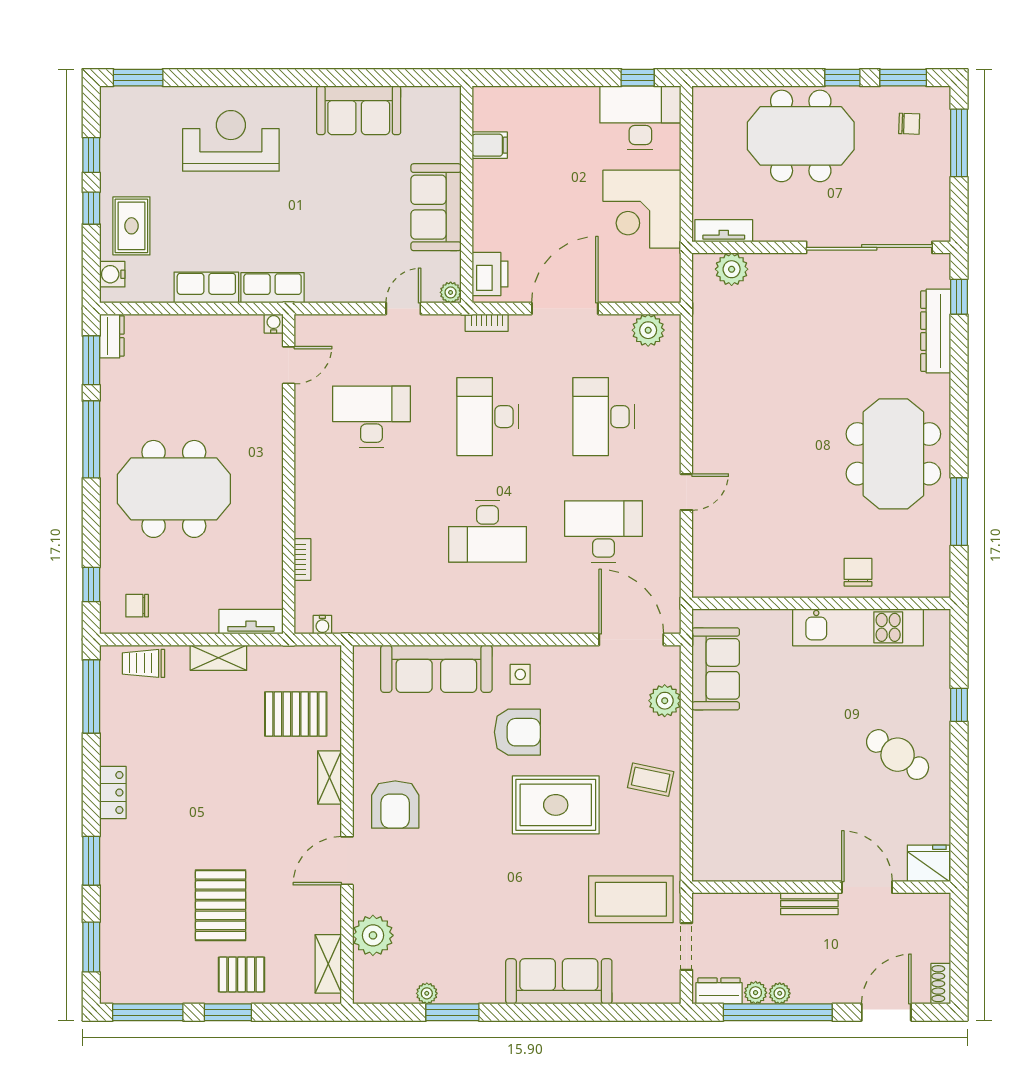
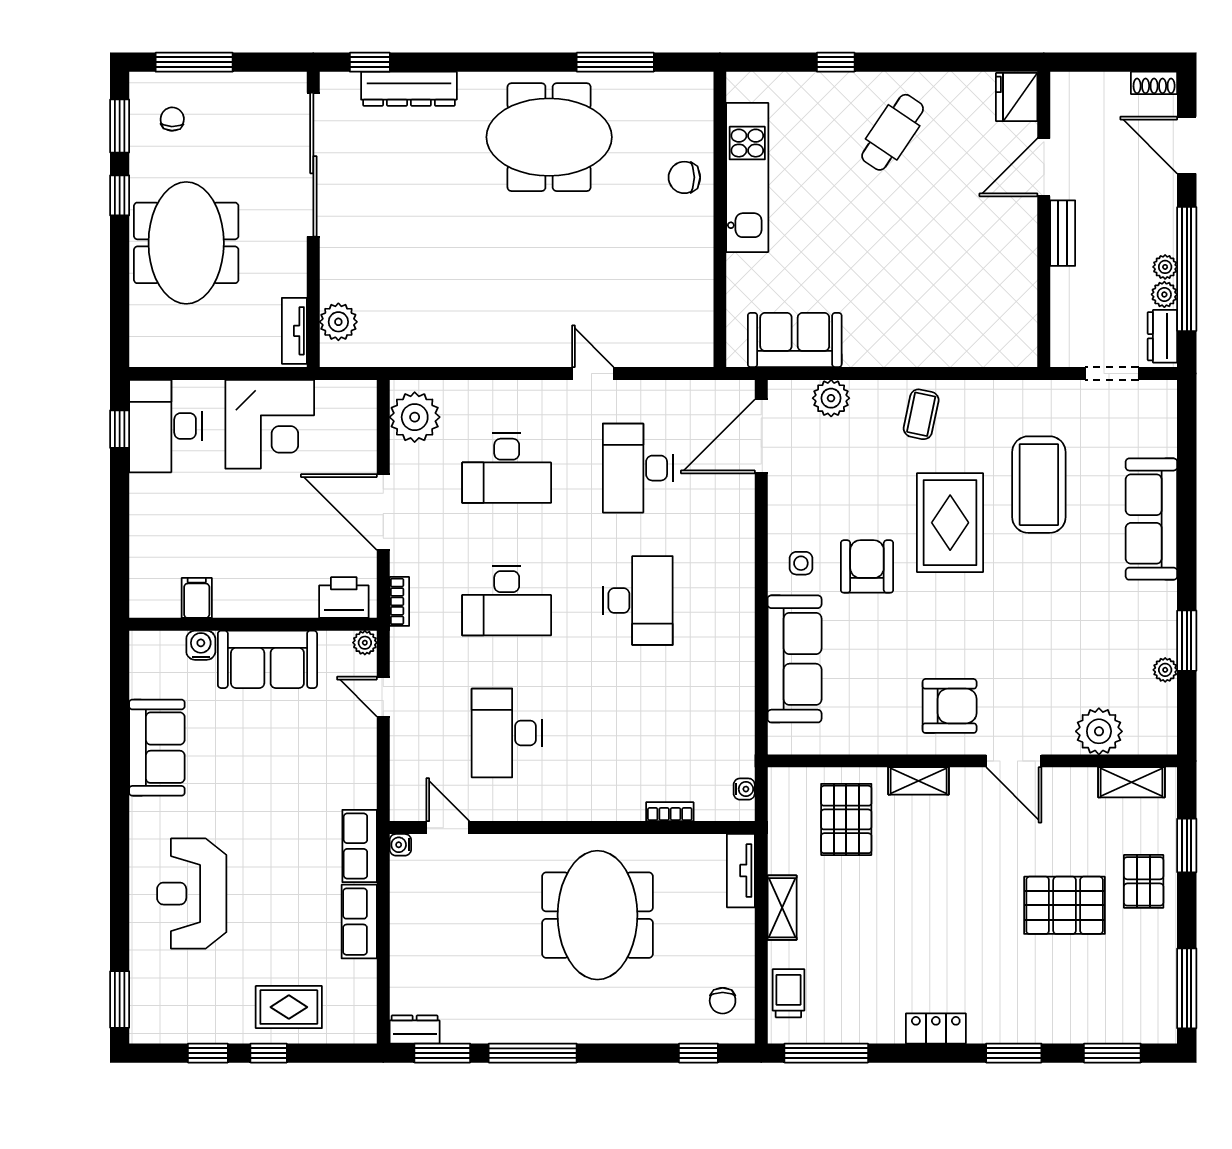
water cooler: (112, 274) -> (201, 645), moved, turned 180
plant: (648, 330) -> (415, 417), width x1.36, depth x1.36
meeting table: (174, 489) -> (597, 915), moved
trolley: (144, 663) -> (788, 993), turned 180
coffee table: (631, 899) -> (1039, 485), moved
window: (228, 1012) -> (1187, 846), moved

